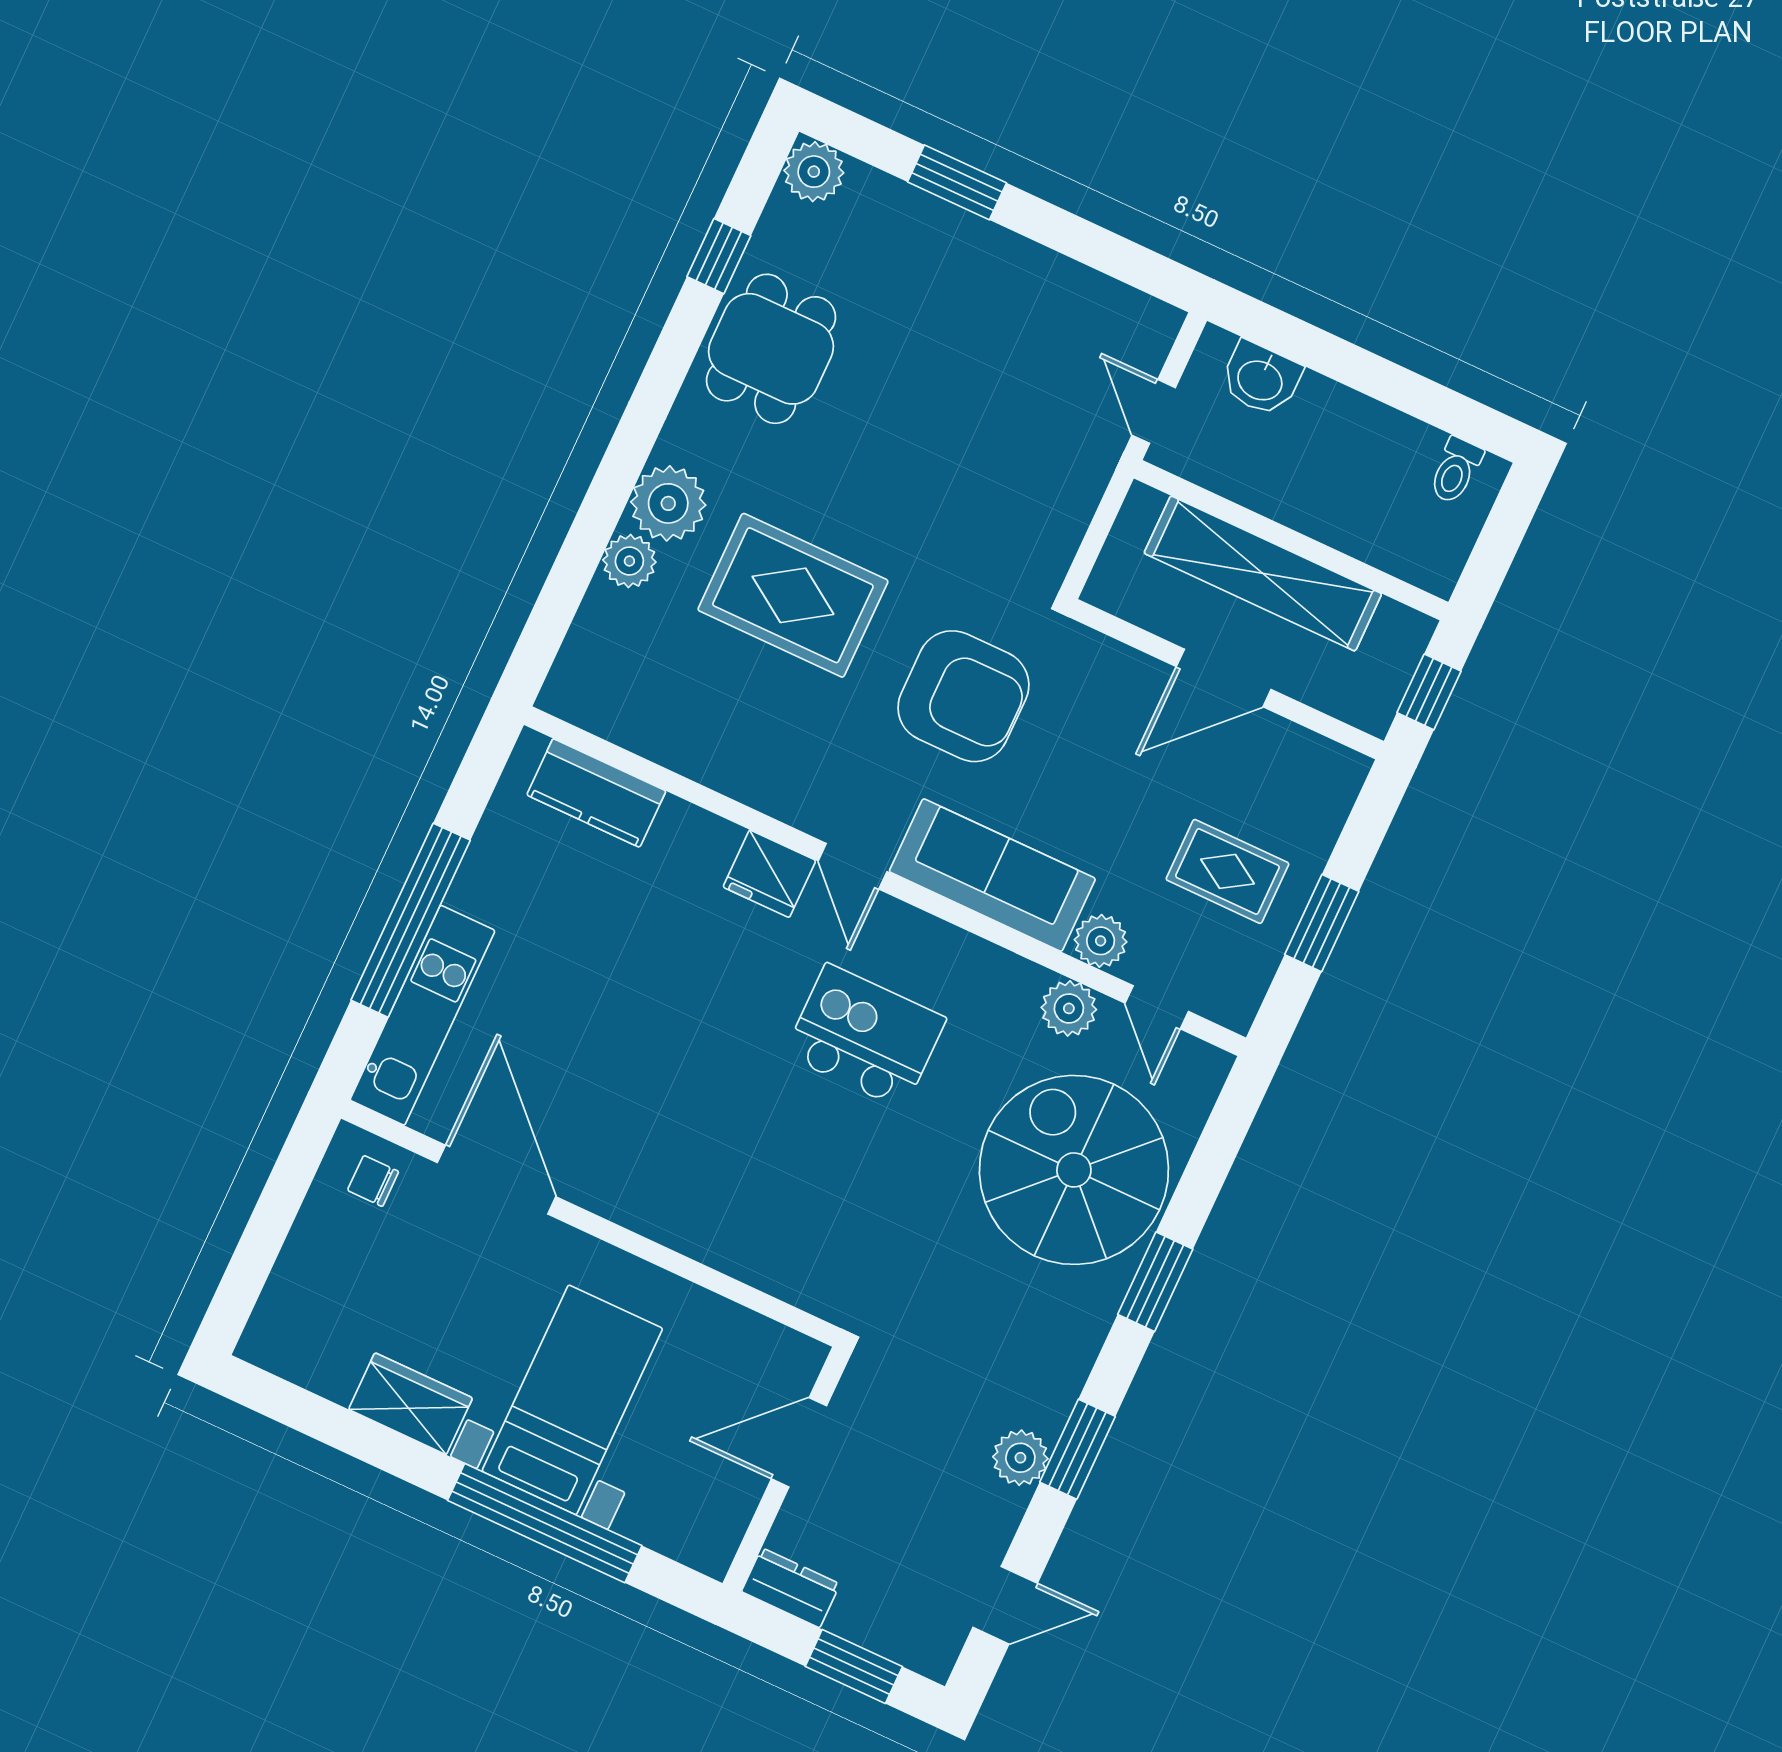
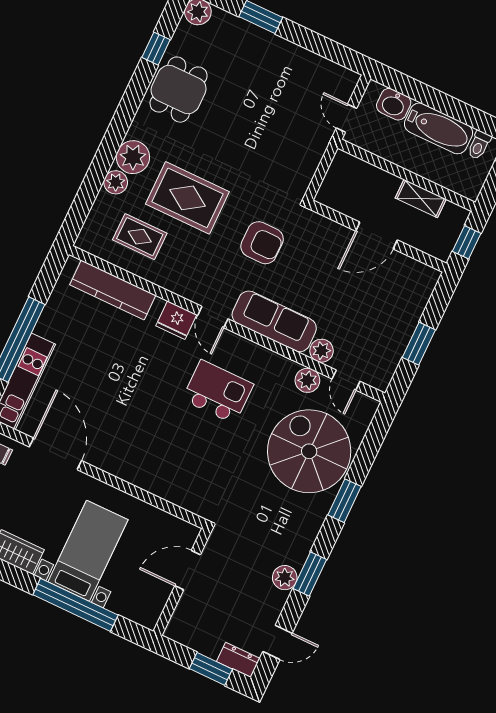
bathtub: (1363, 433) -> (438, 128), added
shelving: (1263, 573) -> (421, 199), width x0.45, depth x0.75
armchair: (963, 696) -> (262, 243), width x0.73, depth x0.73
kitchen counter: (596, 793) -> (113, 290), width x1.50
rug: (1227, 871) -> (140, 237), moved
dresser: (791, 1588) -> (238, 660), moved

